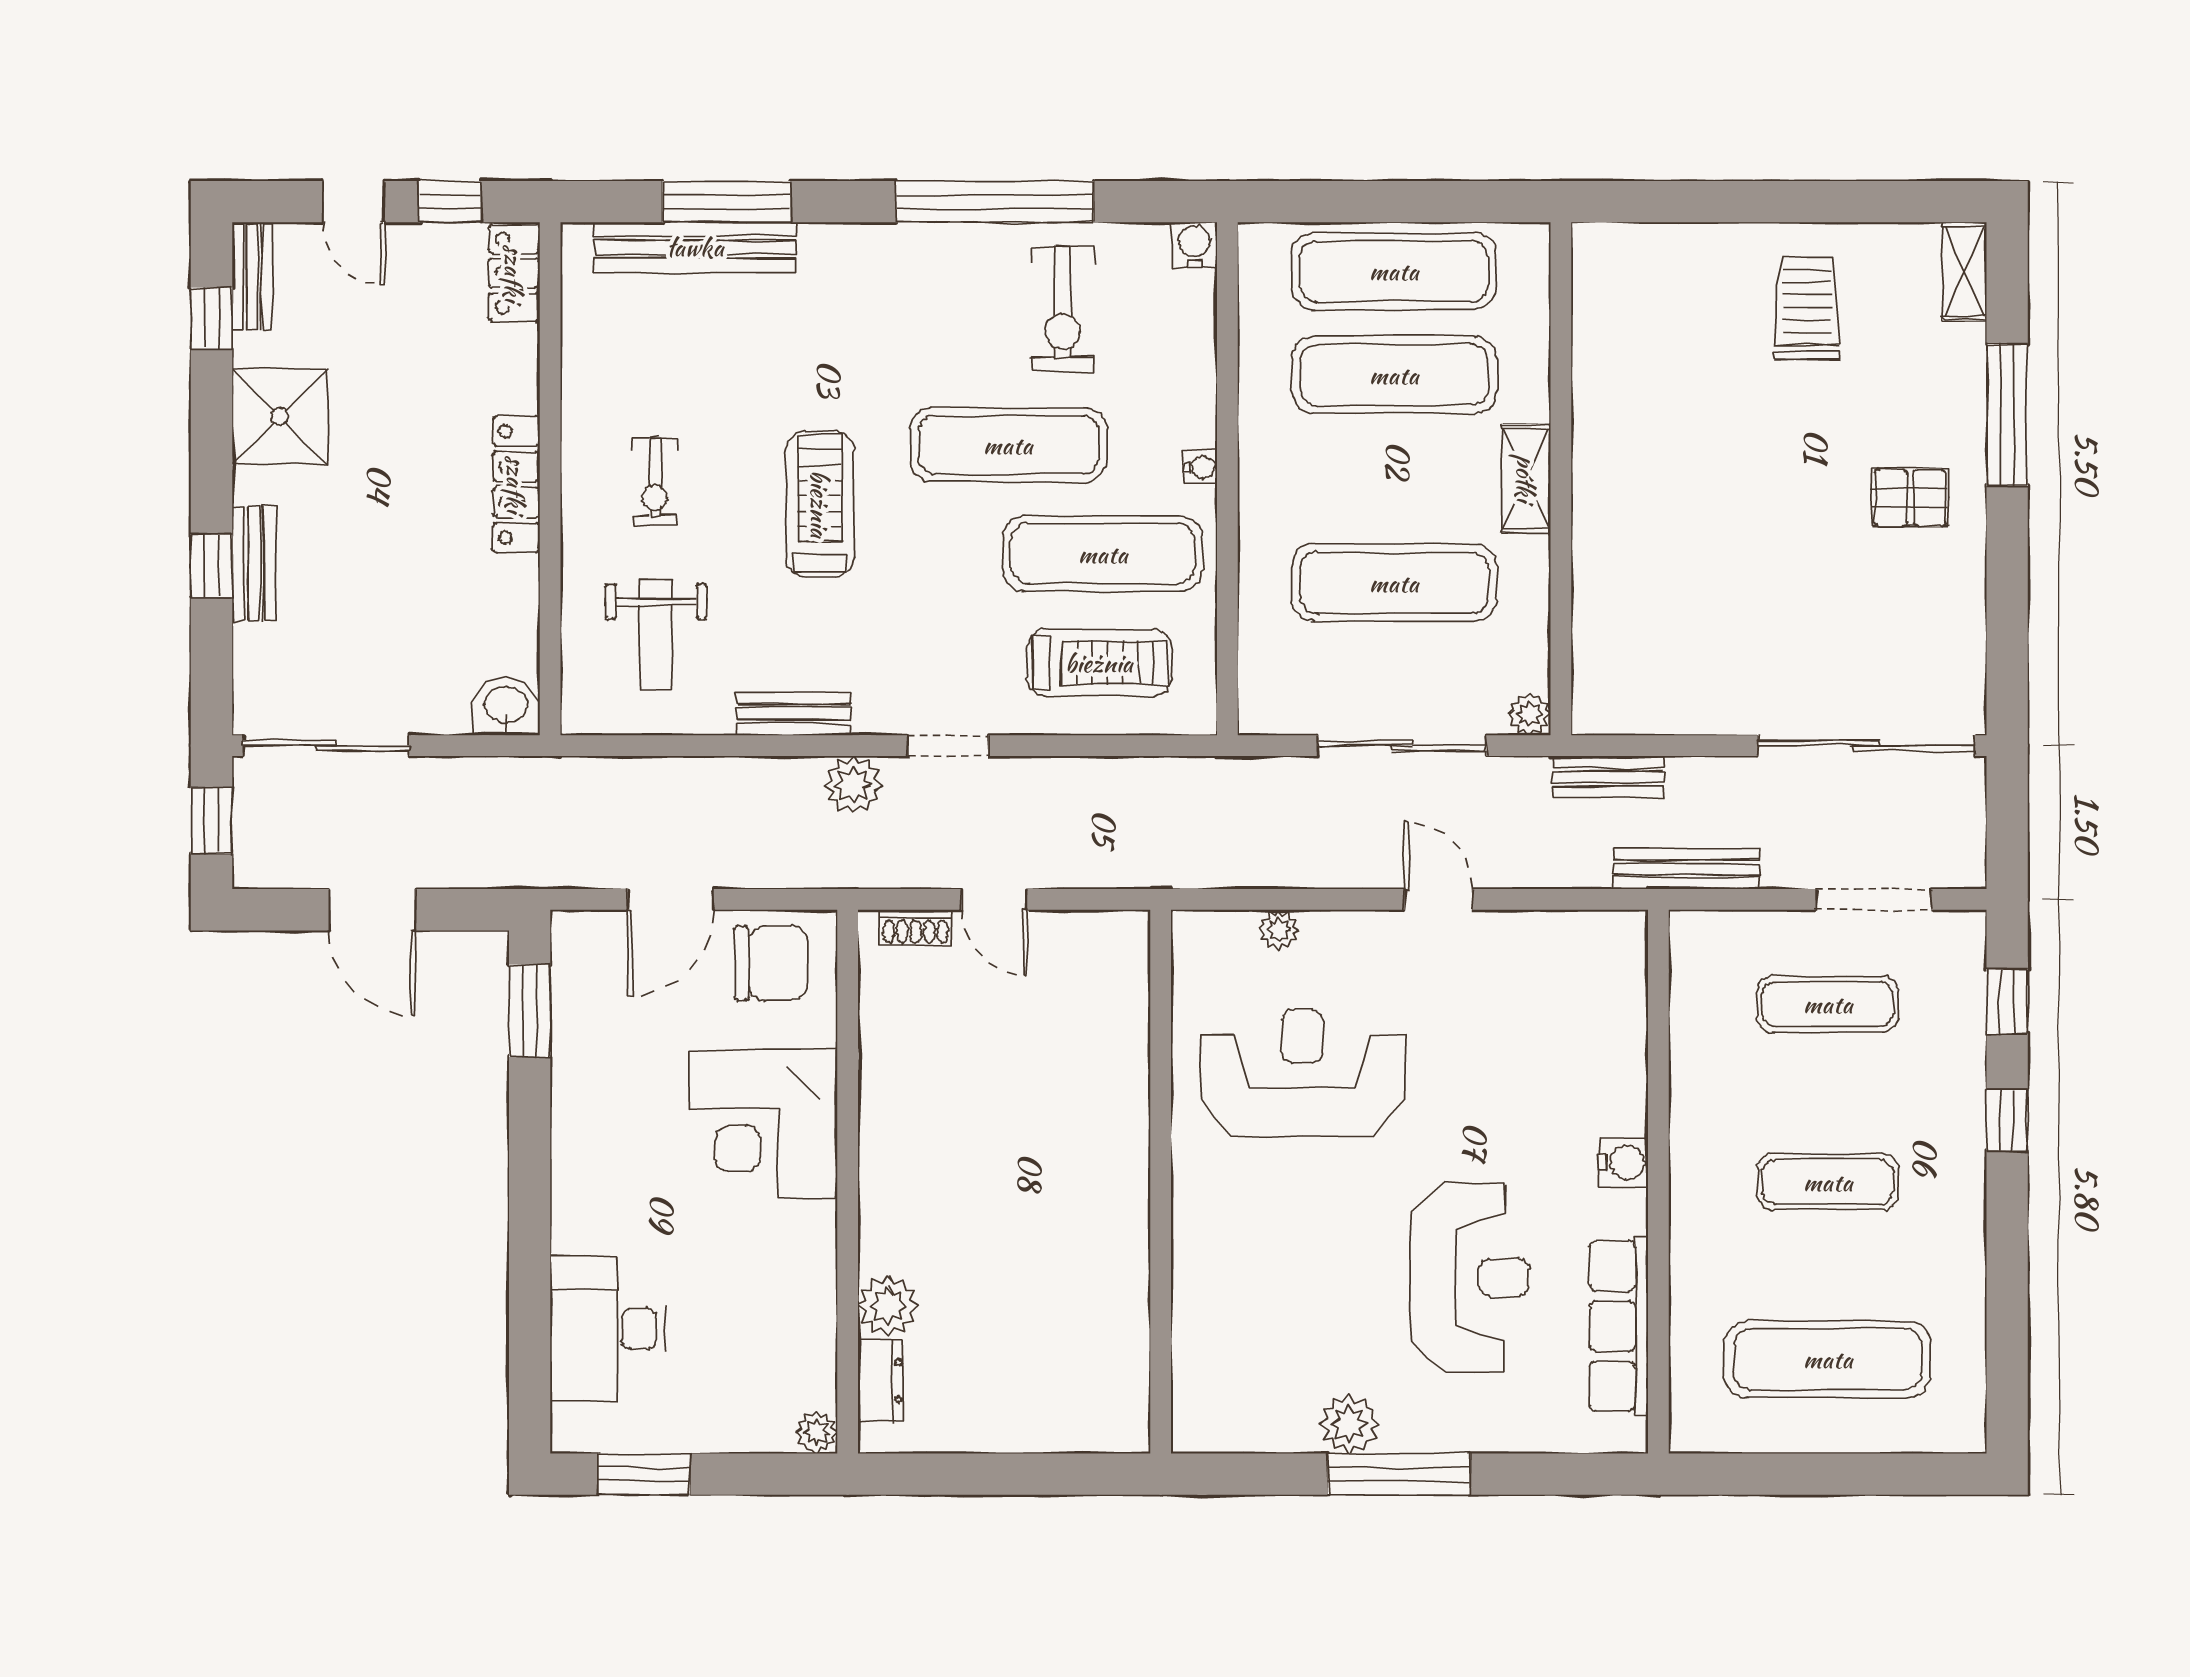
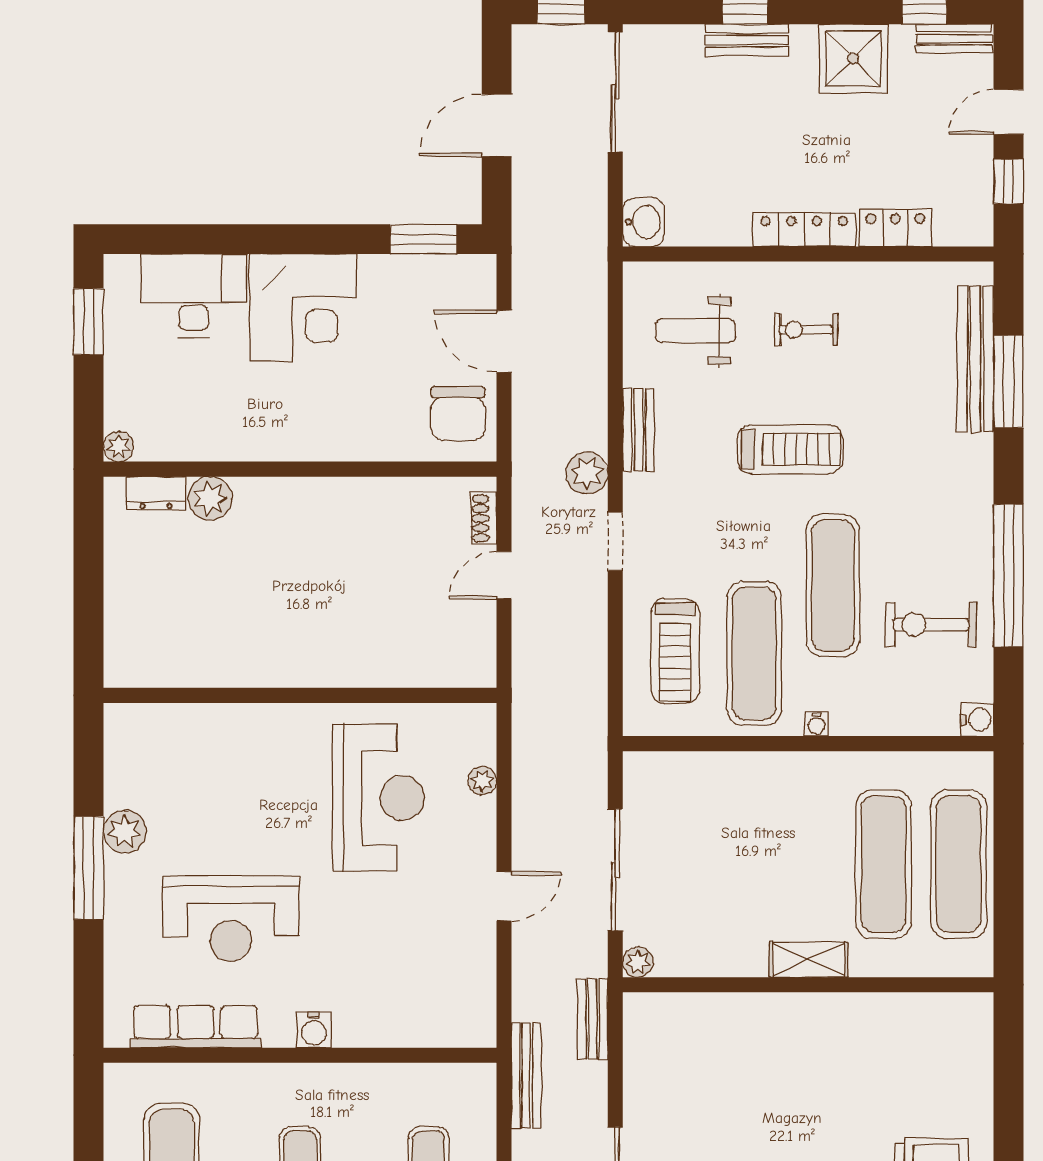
locker: (514, 273) -> (895, 228), moved
exercise mat: (1394, 583) -> (733, 864), removed
corner desk: (763, 1123) -> (303, 308), moved, turned 180

